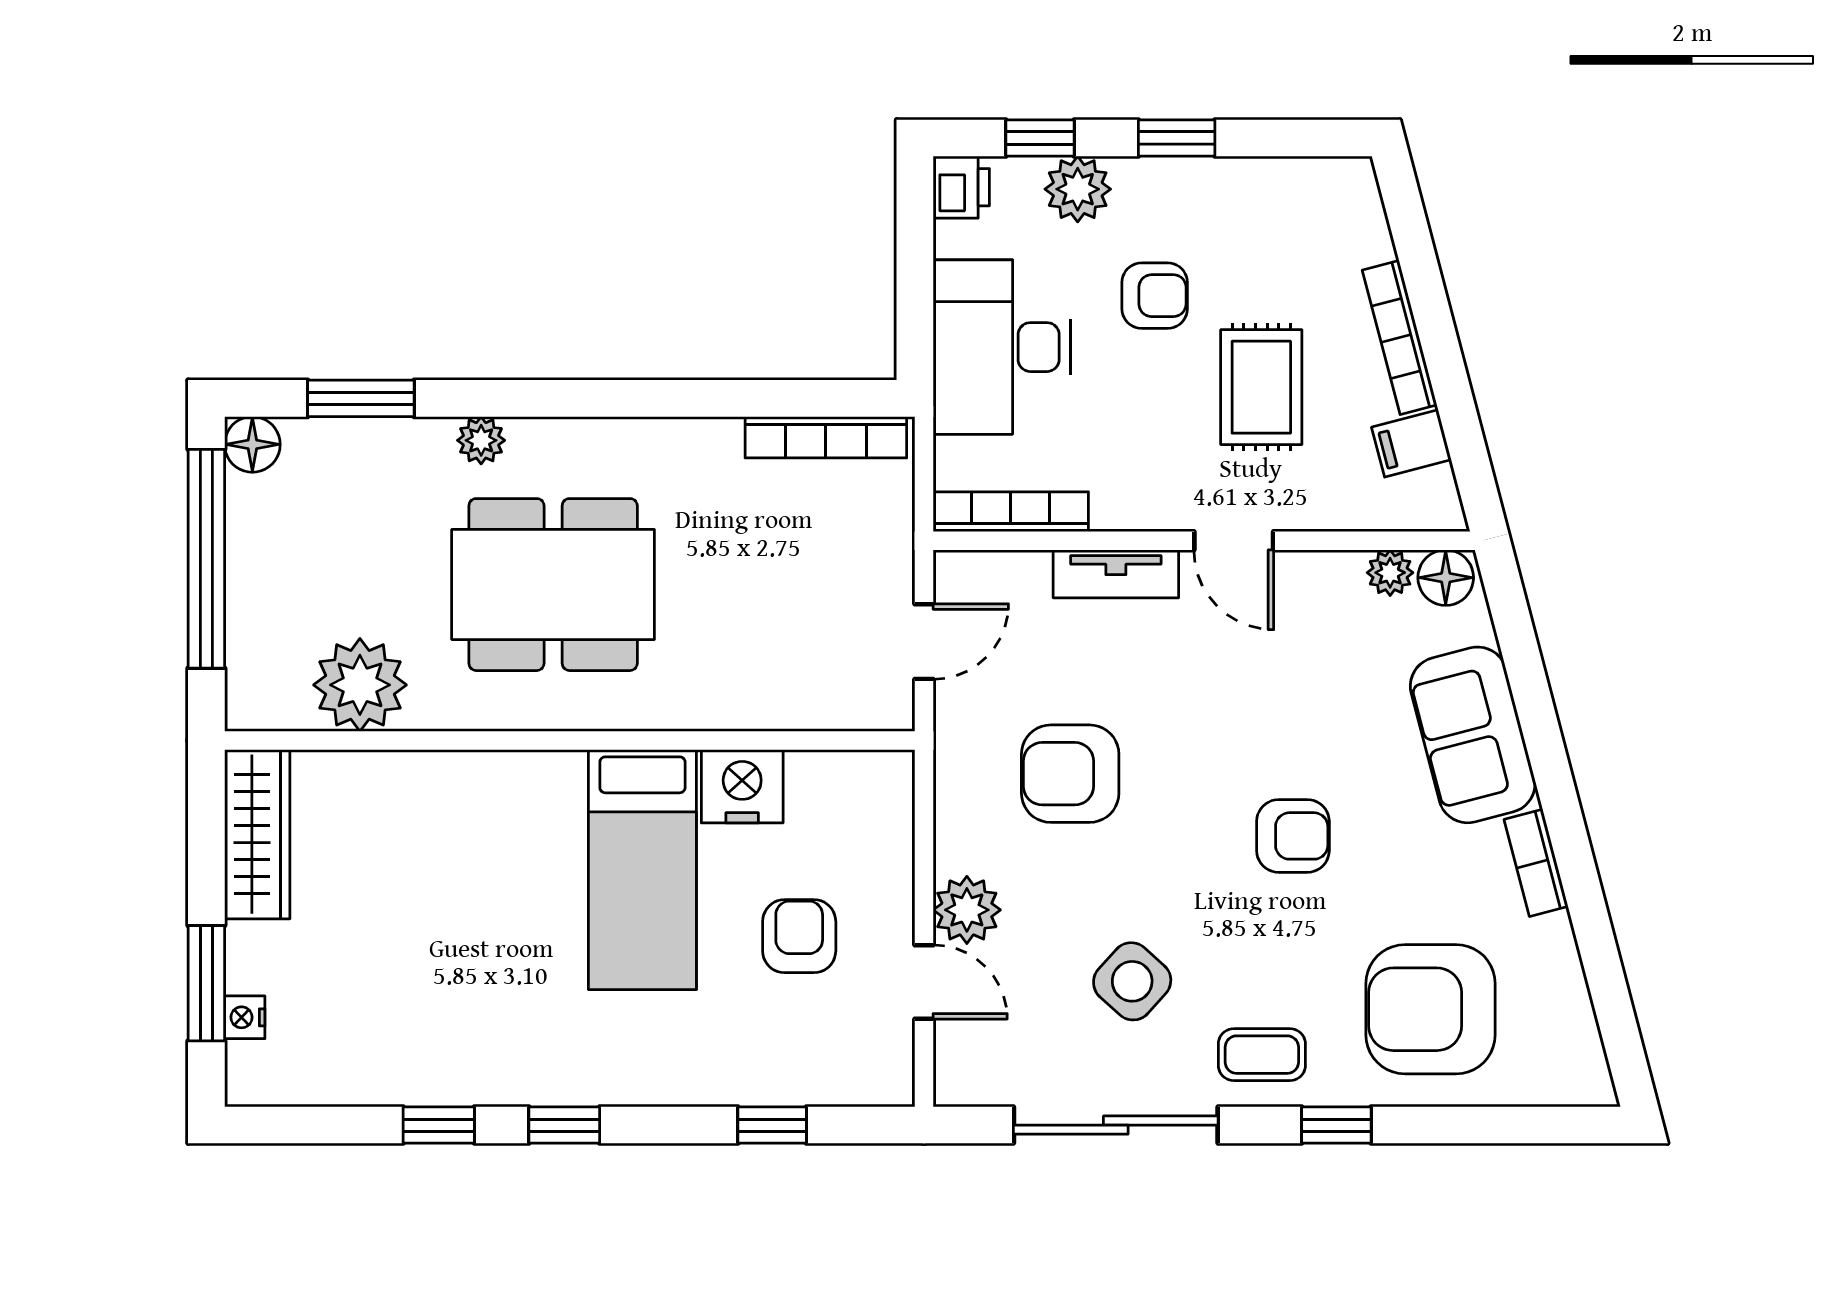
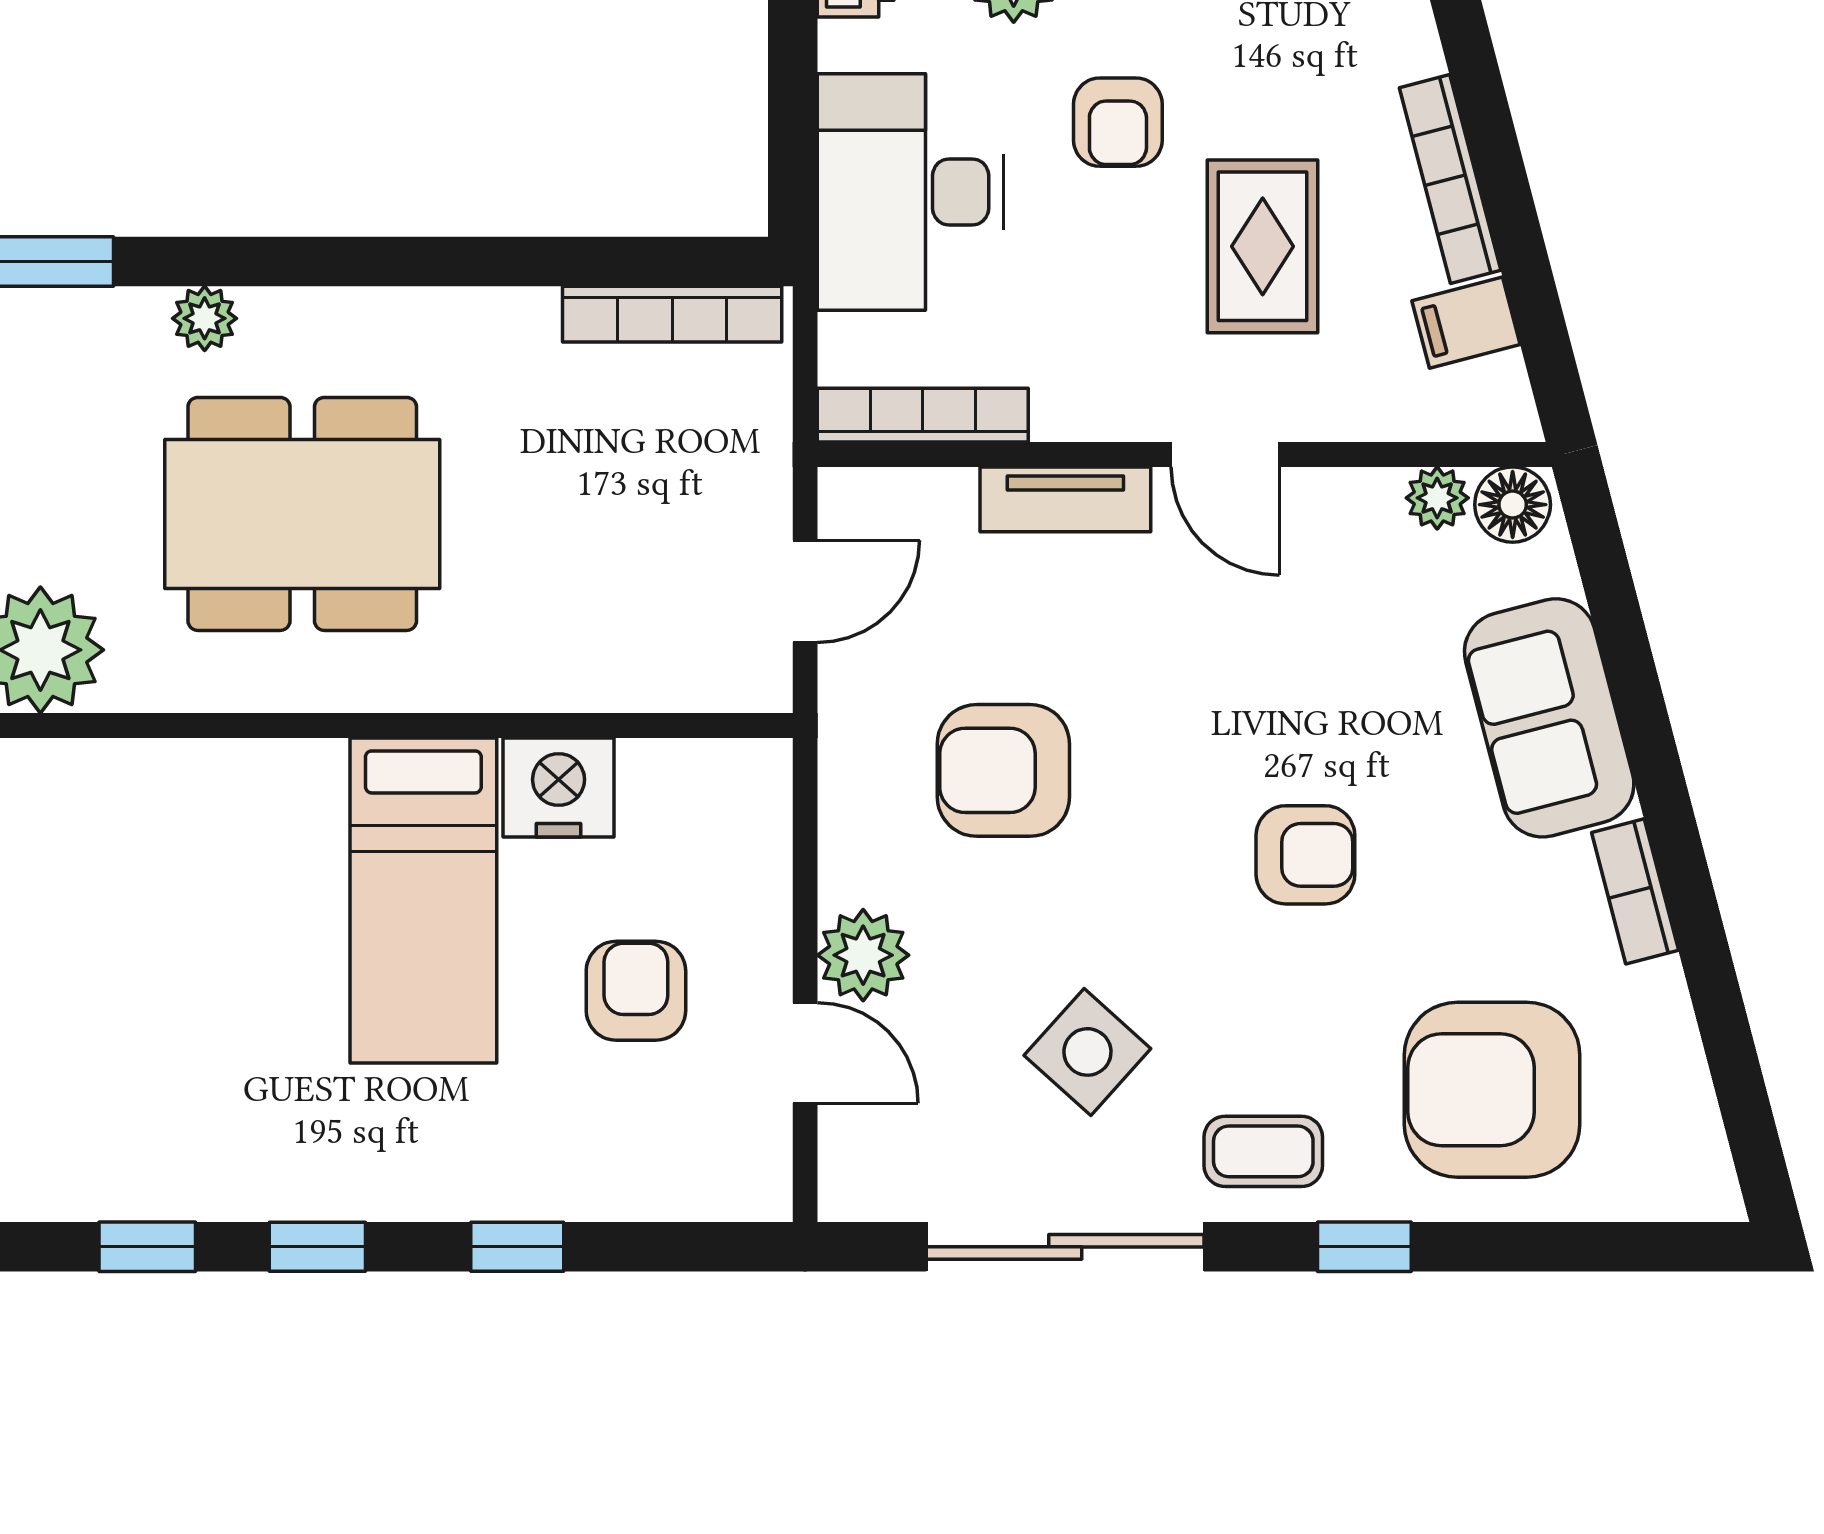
armchair: (1155, 296) -> (1118, 122), turned 90
window: (772, 1125) -> (517, 1247), moved

